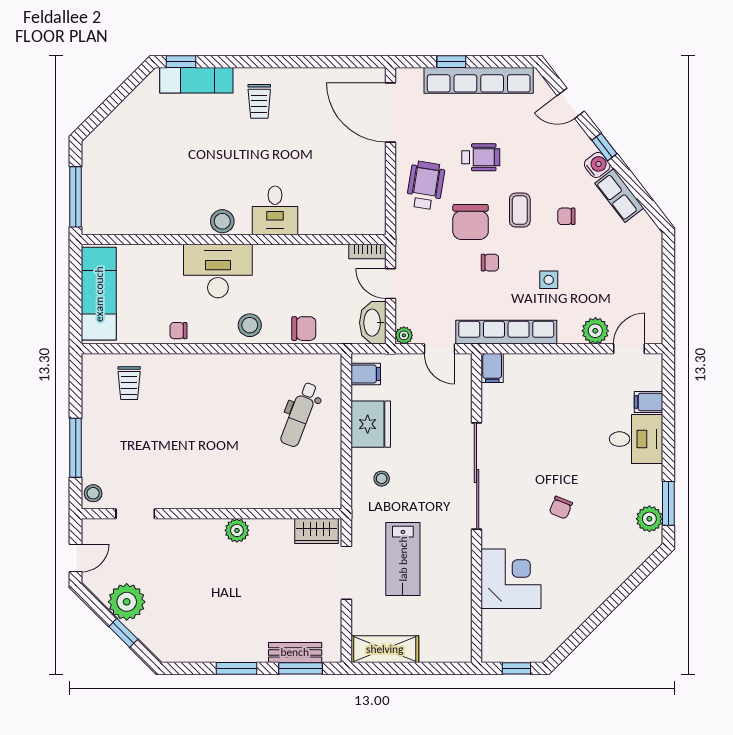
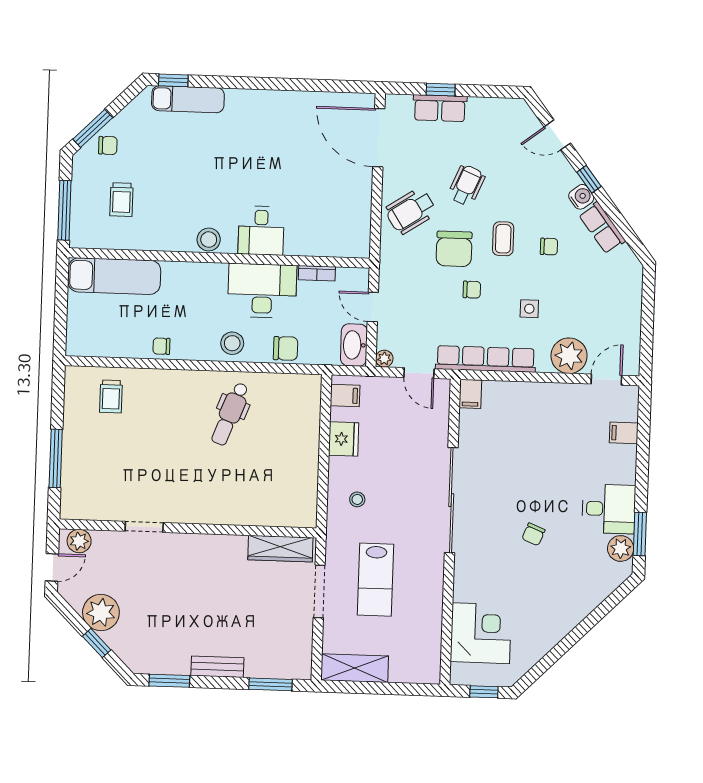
row of seats: (479, 80) -> (440, 108), width x0.50
trolley: (259, 101) -> (121, 200), moved
window: (101, 113) -> (93, 128), added
chair: (117, 130) -> (108, 145), added
wheelchair: (481, 157) -> (466, 185), turned -67
wheelchair: (425, 185) -> (411, 211), turned -132
chair: (566, 216) -> (549, 246), turned 180
bookcase: (367, 252) -> (317, 273), moved
desk: (218, 271) -> (262, 291), moved
exam couch: (99, 294) -> (114, 276), moved, turned 90
plant: (595, 331) -> (569, 356), width x1.36, depth x1.36
dental chair: (300, 415) -> (230, 414), moved
fridge: (371, 424) -> (344, 439), width x0.73, depth x0.75
desk: (636, 439) -> (609, 509), moved
stool: (93, 493) -> (72, 504), removed
doorway: (135, 514) -> (144, 527), moved
plant: (237, 530) -> (79, 541), moved
wardrobe: (317, 531) -> (280, 549), width x1.50
corner desk: (511, 579) -> (481, 633), moved
bench: (295, 652) -> (217, 667), moved
window: (237, 668) -> (169, 681), moved

